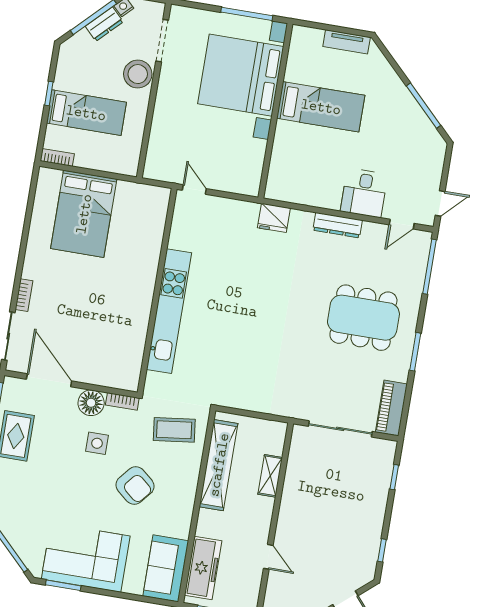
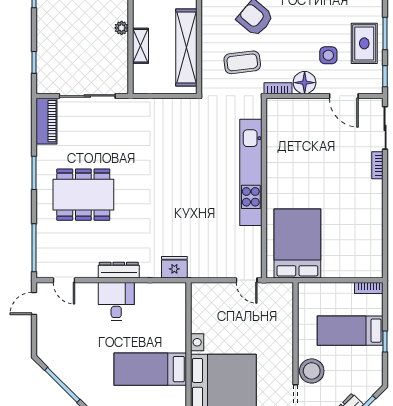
desk: (364, 193) -> (116, 302), moved
bed: (84, 214) -> (297, 244), moved
door: (402, 224) -> (64, 280), swing flipped
door: (49, 380) -> (344, 96), width x0.73
coffee table: (174, 430) -> (242, 62), moved
side table: (97, 443) -> (328, 55), moved
plant: (288, 500) -> (122, 28), added

